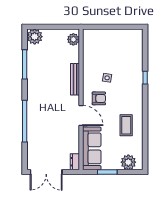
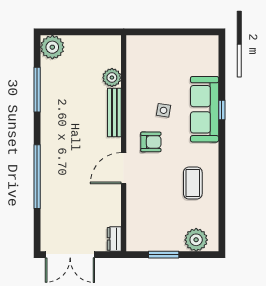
plant: (73, 39) -> (112, 78), moved
door: (81, 116) -> (124, 168), swing flipped
sofa: (92, 148) -> (205, 109), moved, turned 180

